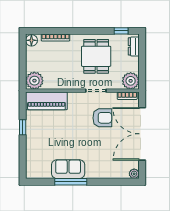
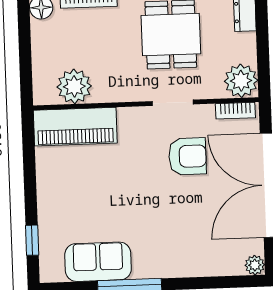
plant: (34, 81) -> (74, 86), moved
window: (23, 127) -> (32, 240), moved
sofa: (68, 169) -> (98, 262), moved

